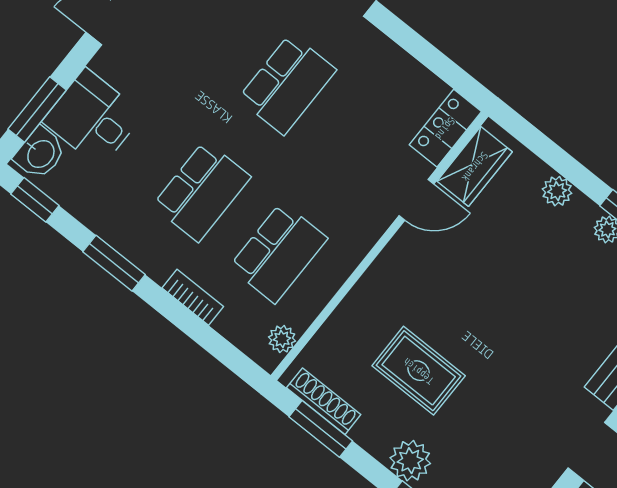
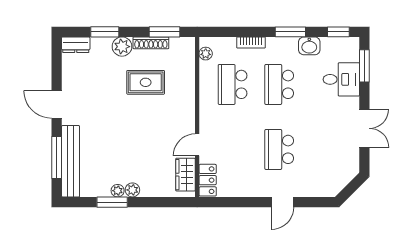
washbasin: (40, 153) -> (309, 46), moved, turned -90
plant: (557, 191) -> (132, 190), moved
shoe rack: (324, 401) -> (151, 43), moved

